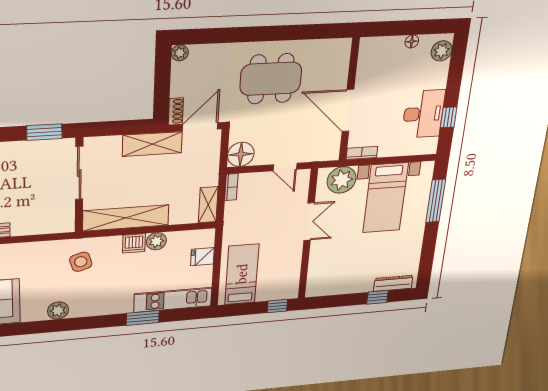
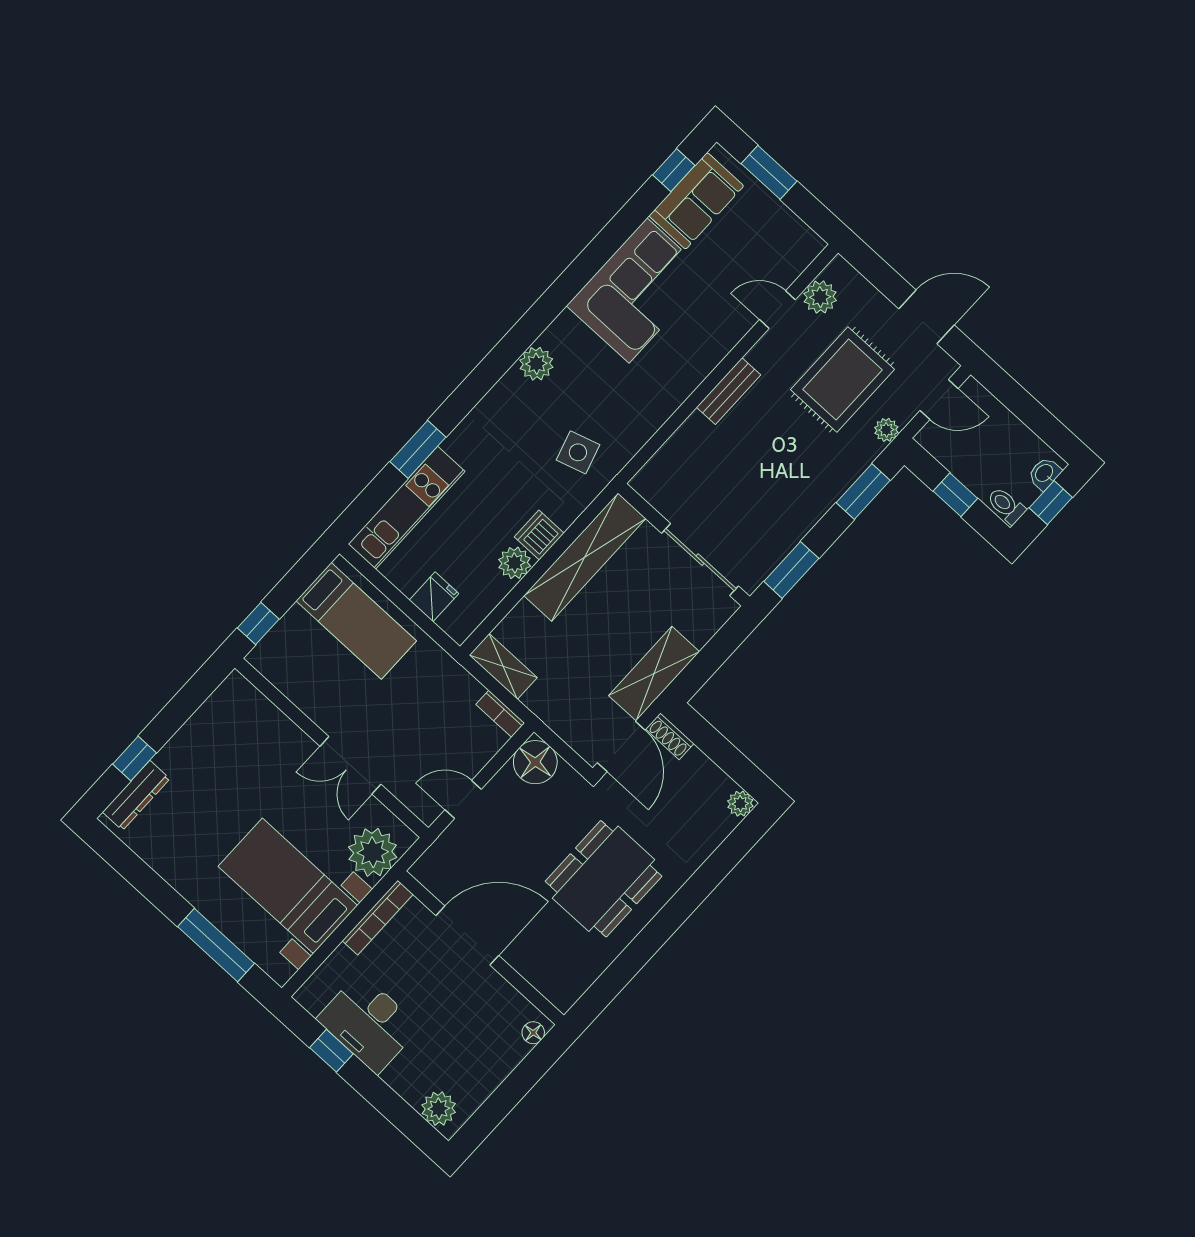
floor lamp: (412, 41) -> (533, 1033), moved
bookcase: (362, 153) -> (378, 918), width x1.56

